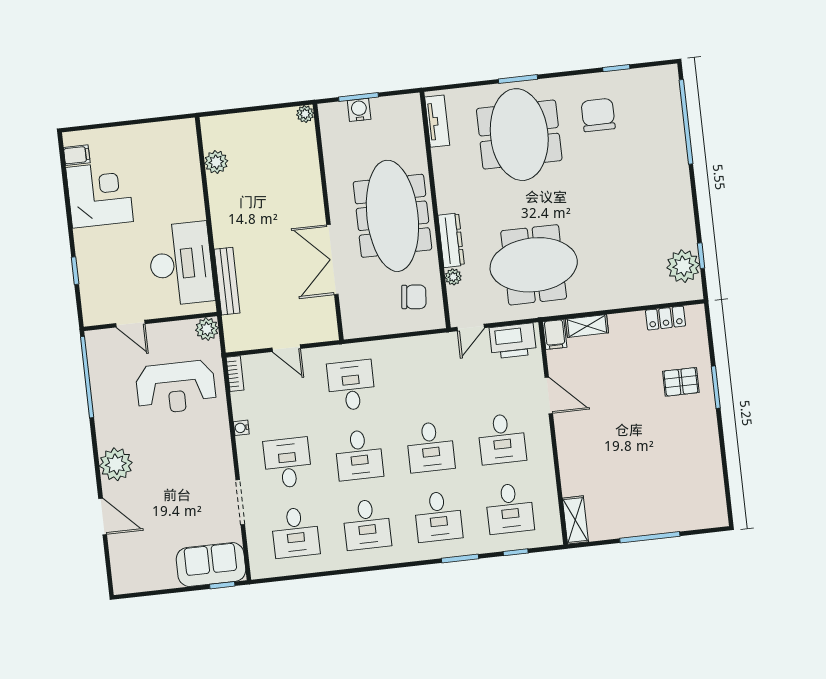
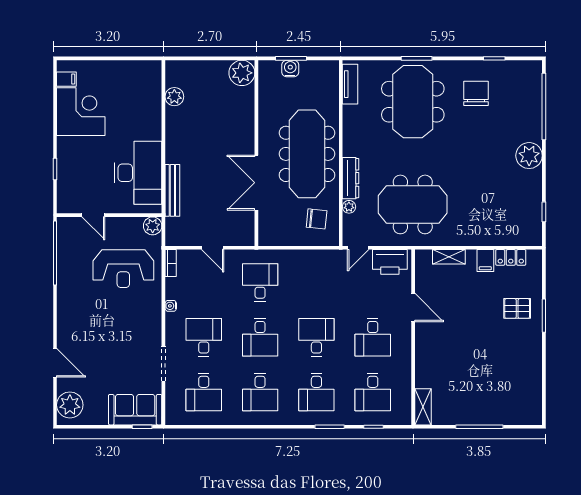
plant: (305, 114) -> (242, 73), width x1.88, depth x1.88
plant: (683, 266) -> (529, 156), moved
filing cabinet: (555, 334) -> (485, 261), moved
desk: (430, 447) -> (316, 337), turned 180
plant: (116, 464) -> (70, 405), moved

